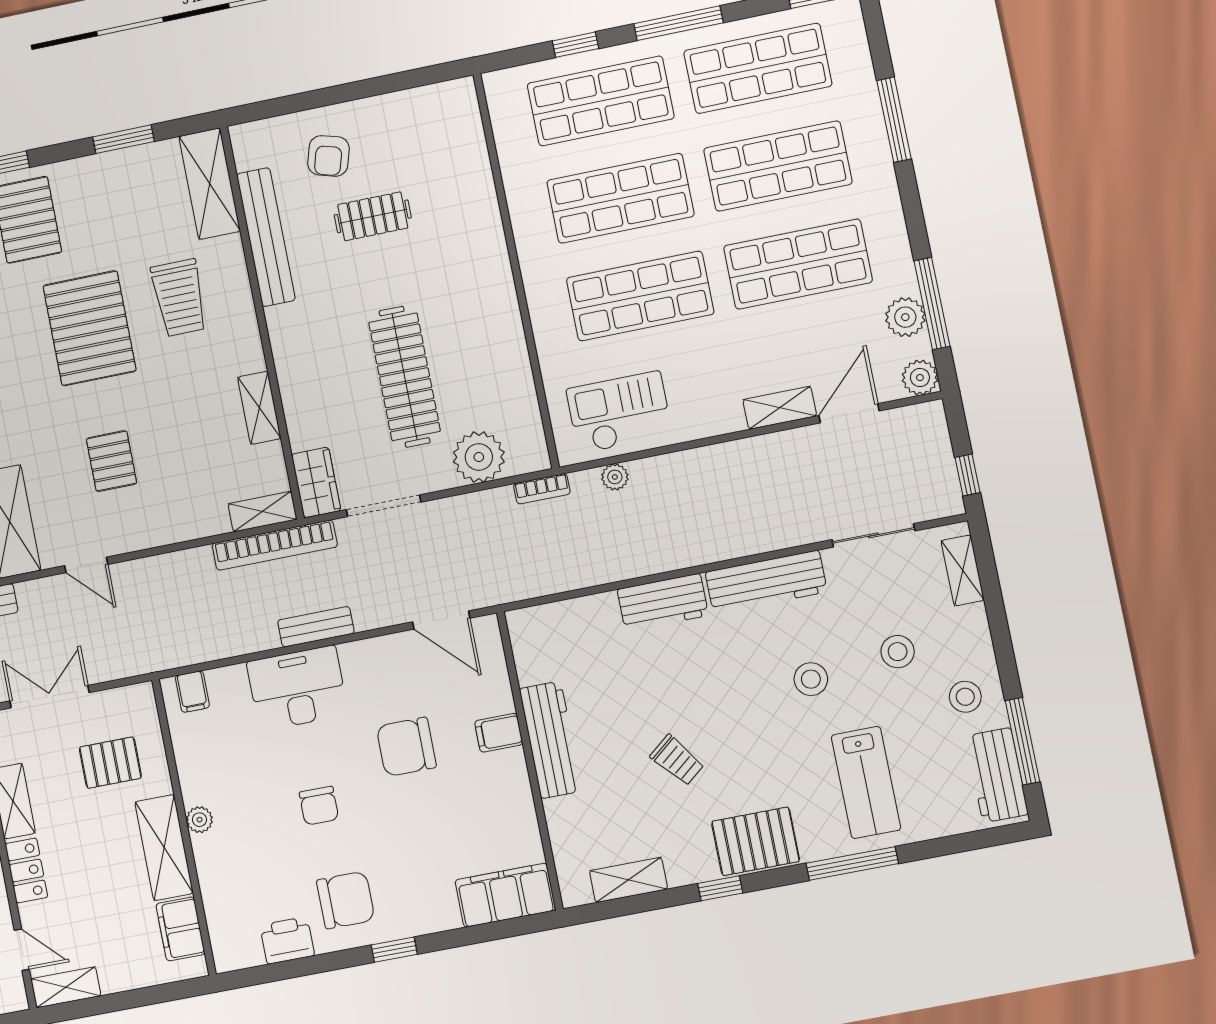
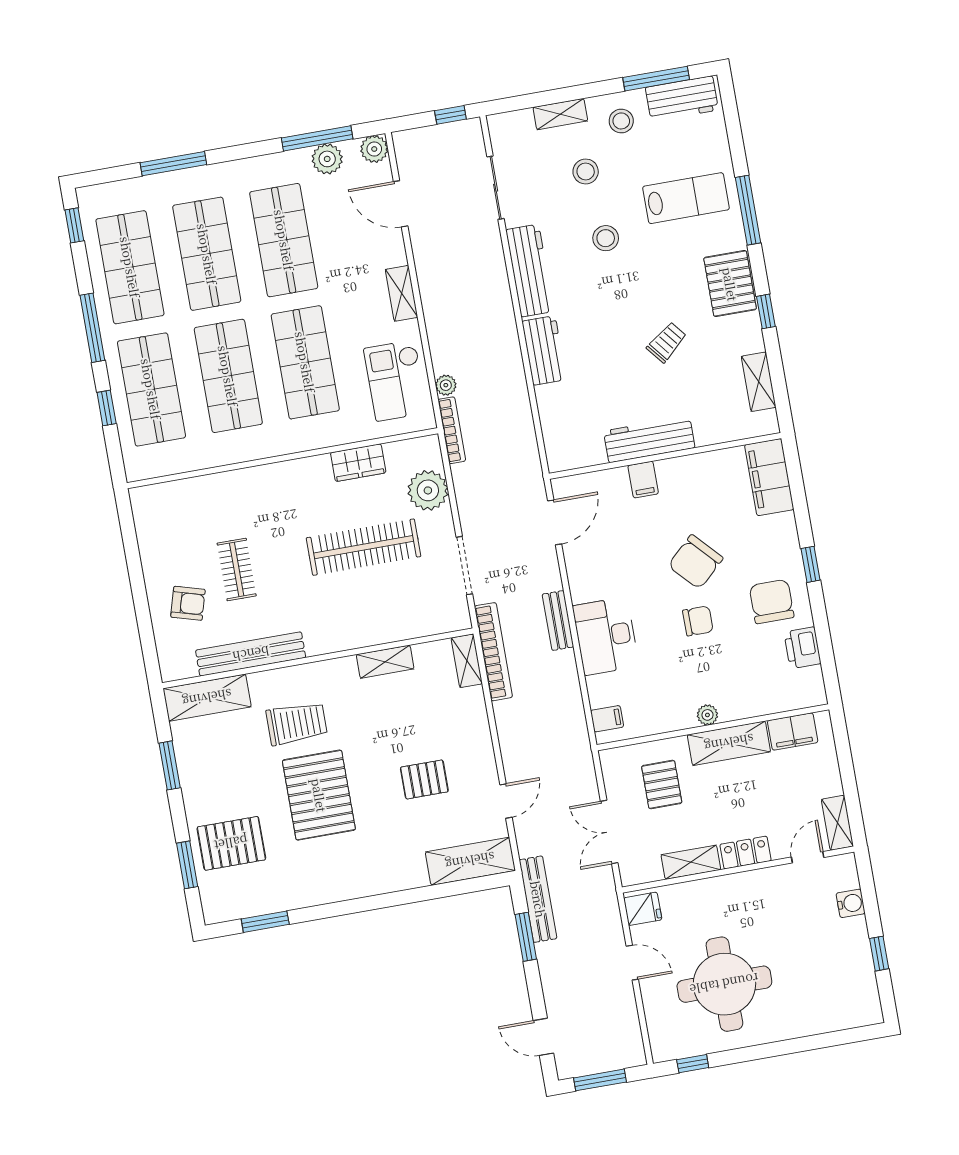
pallet: (90, 328) -> (319, 795), turned 90
shelving: (780, 408) -> (402, 293), moved
wardrobe: (316, 482) -> (358, 463), moved, turned 180
bookcase: (542, 489) -> (452, 430), width x1.56
shelving: (963, 570) -> (560, 114), moved
chair: (406, 747) -> (696, 562), moved, turned 47

